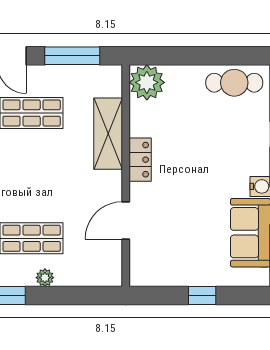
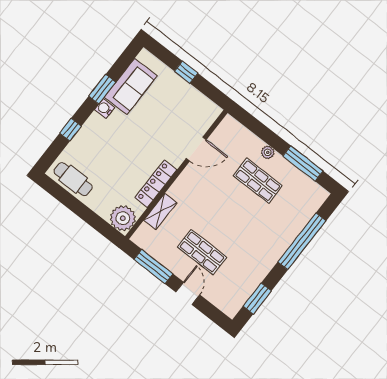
shelving: (108, 134) -> (160, 211), width x0.67, depth x0.75
locker: (140, 160) -> (156, 184), width x1.53

